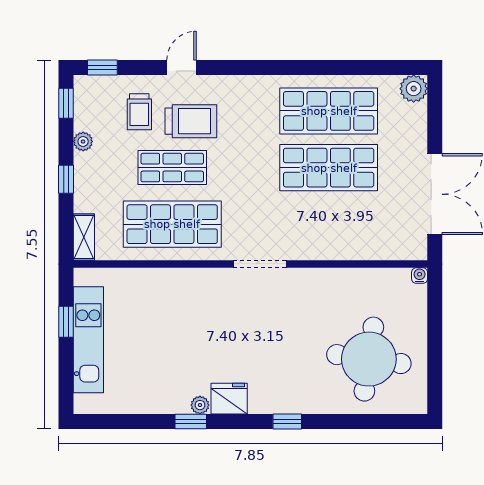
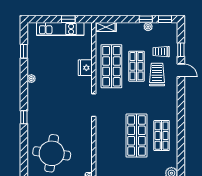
window: (102, 67) -> (181, 50), moved
shop shelf: (329, 111) -> (162, 136), width x0.70, depth x0.74
trolley: (191, 121) -> (157, 74), turned 180
window: (66, 179) -> (146, 19), moved
fridge: (229, 399) -> (85, 68), moved, turned 180
window: (191, 422) -> (24, 51), moved

